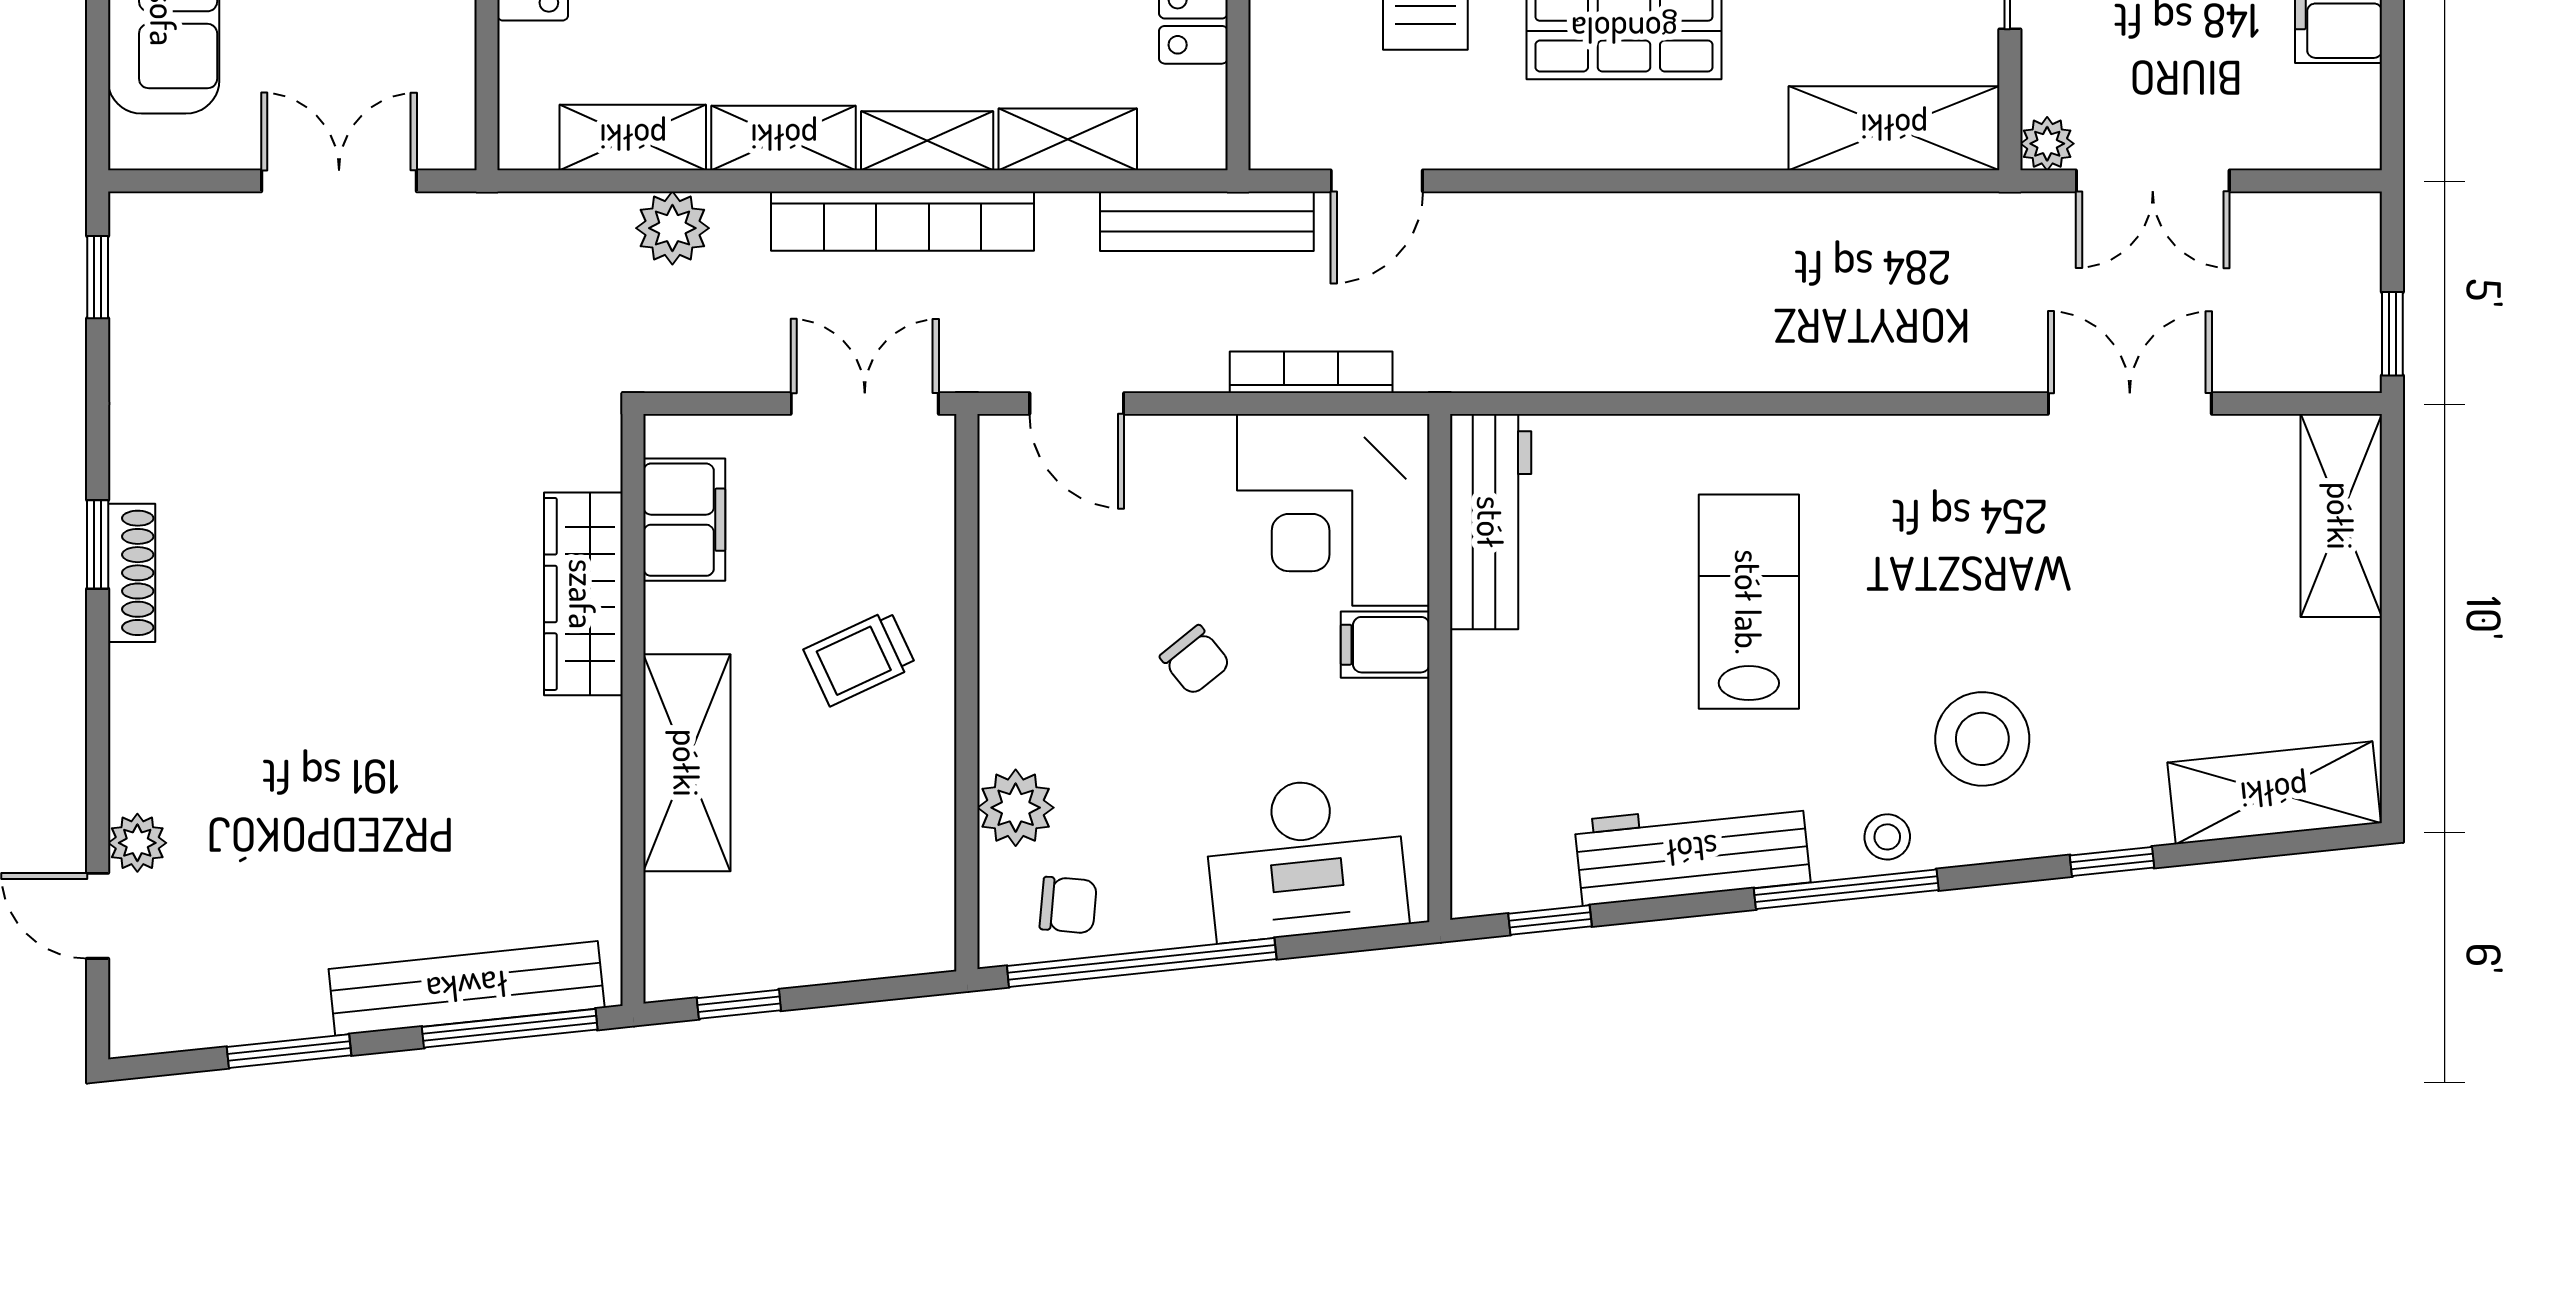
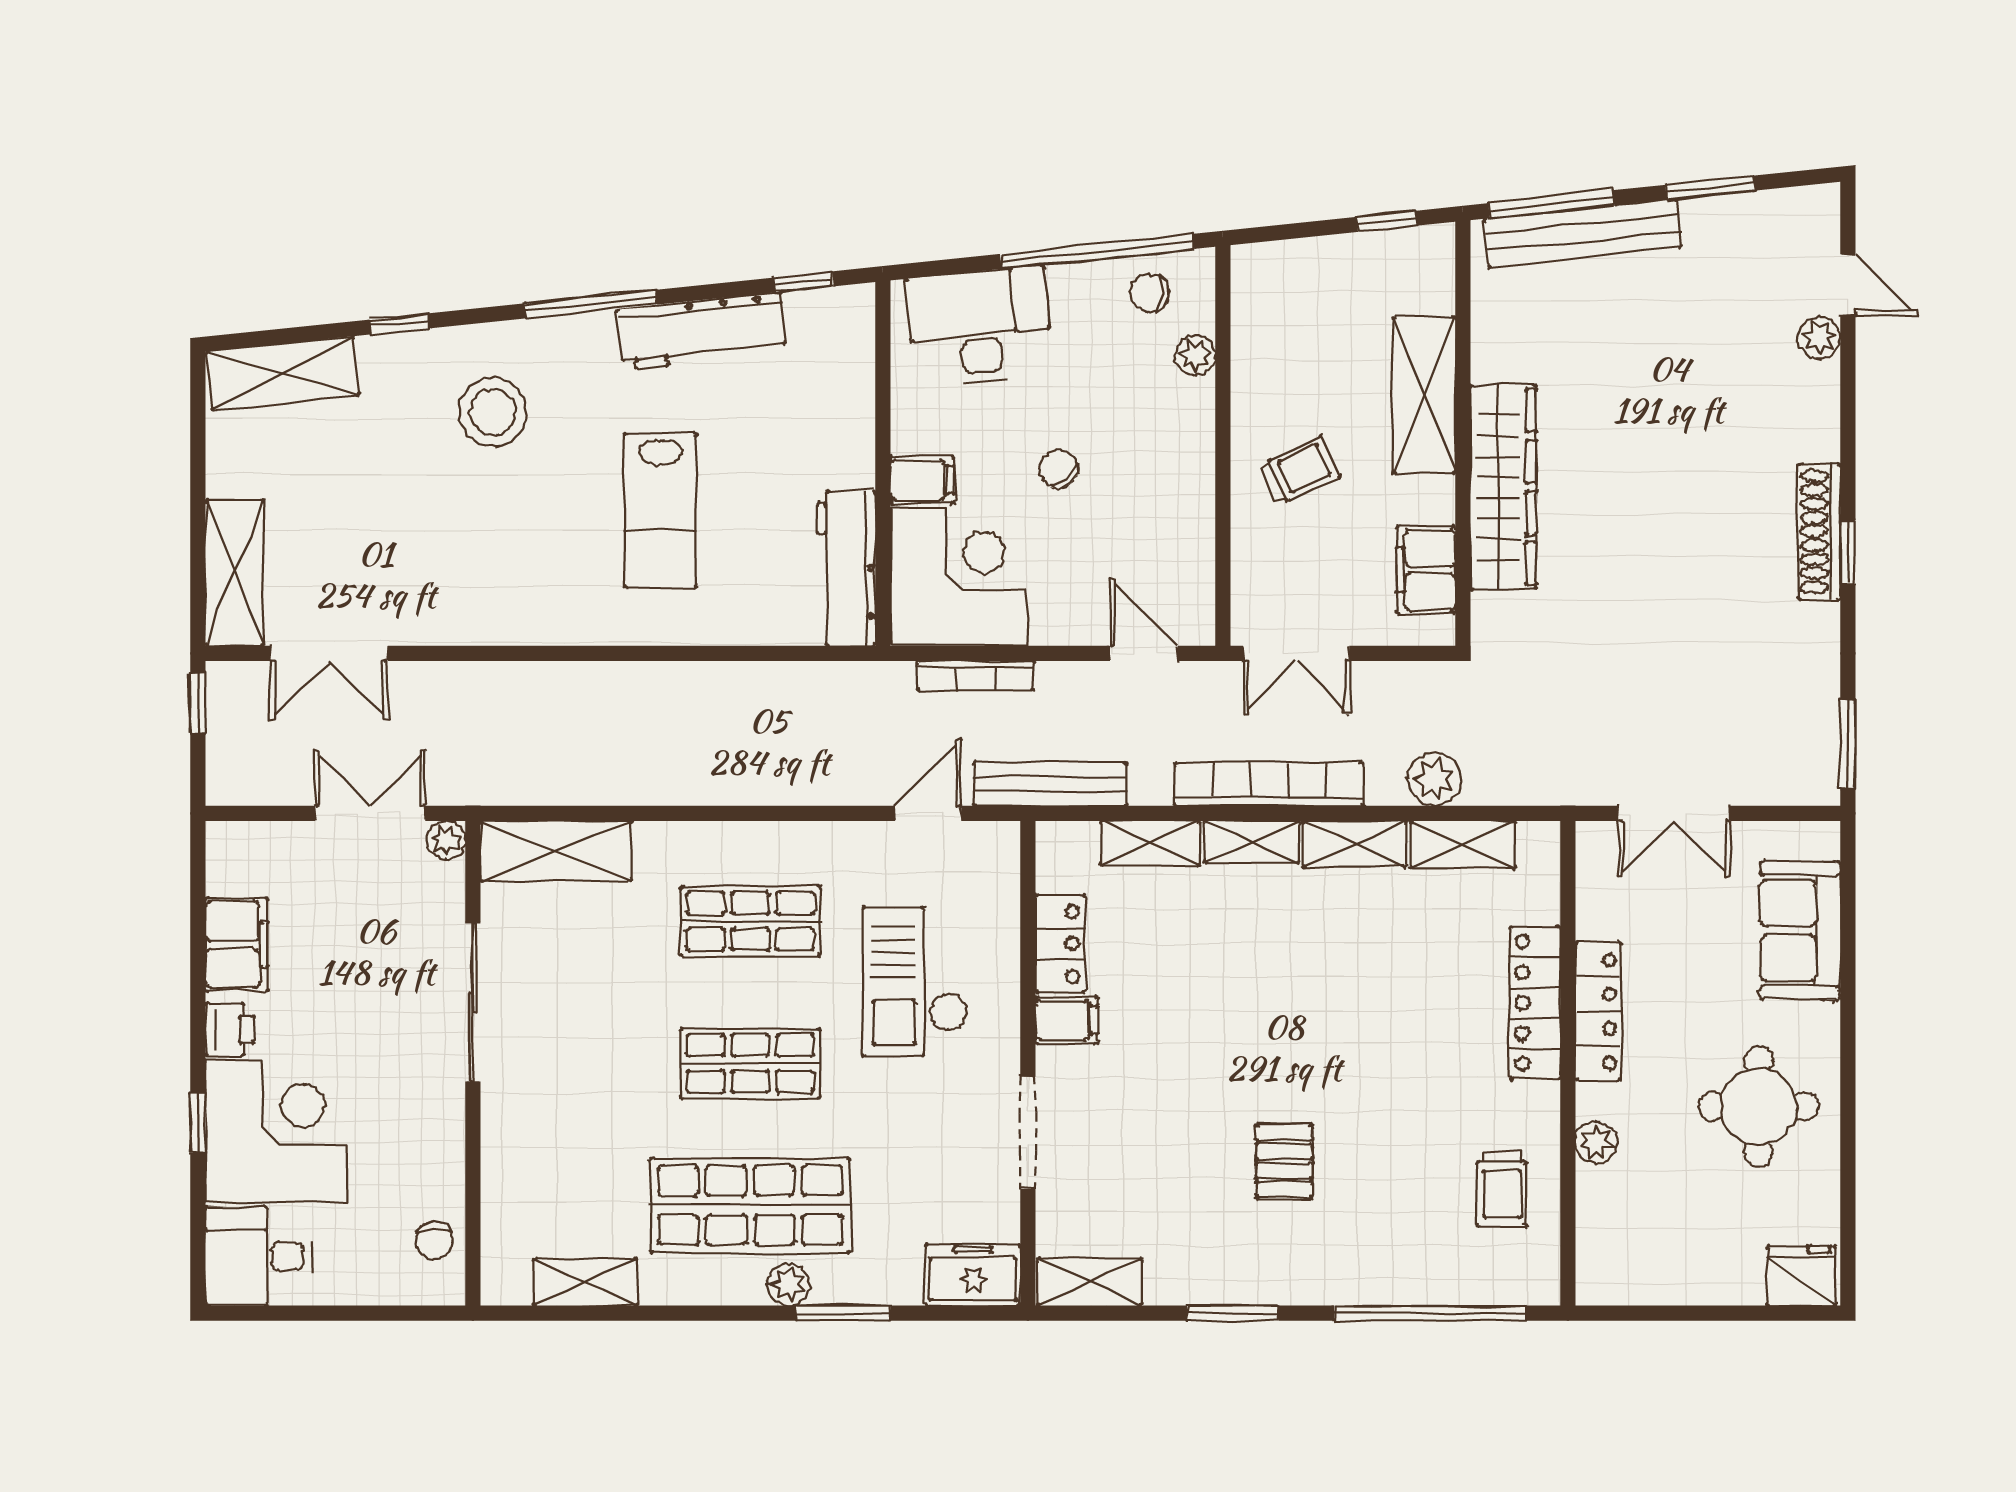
window: (98, 277) -> (1848, 744), width x1.50
double door: (2130, 403) -> (329, 653), moved
shoe rack: (132, 573) -> (1819, 532), width x1.36, depth x1.24
wardrobe: (583, 594) -> (1503, 487), width x1.40, depth x1.17
plant: (1016, 808) -> (1195, 355), width x0.73, depth x0.73
stool: (1887, 837) -> (561, 342), removed

